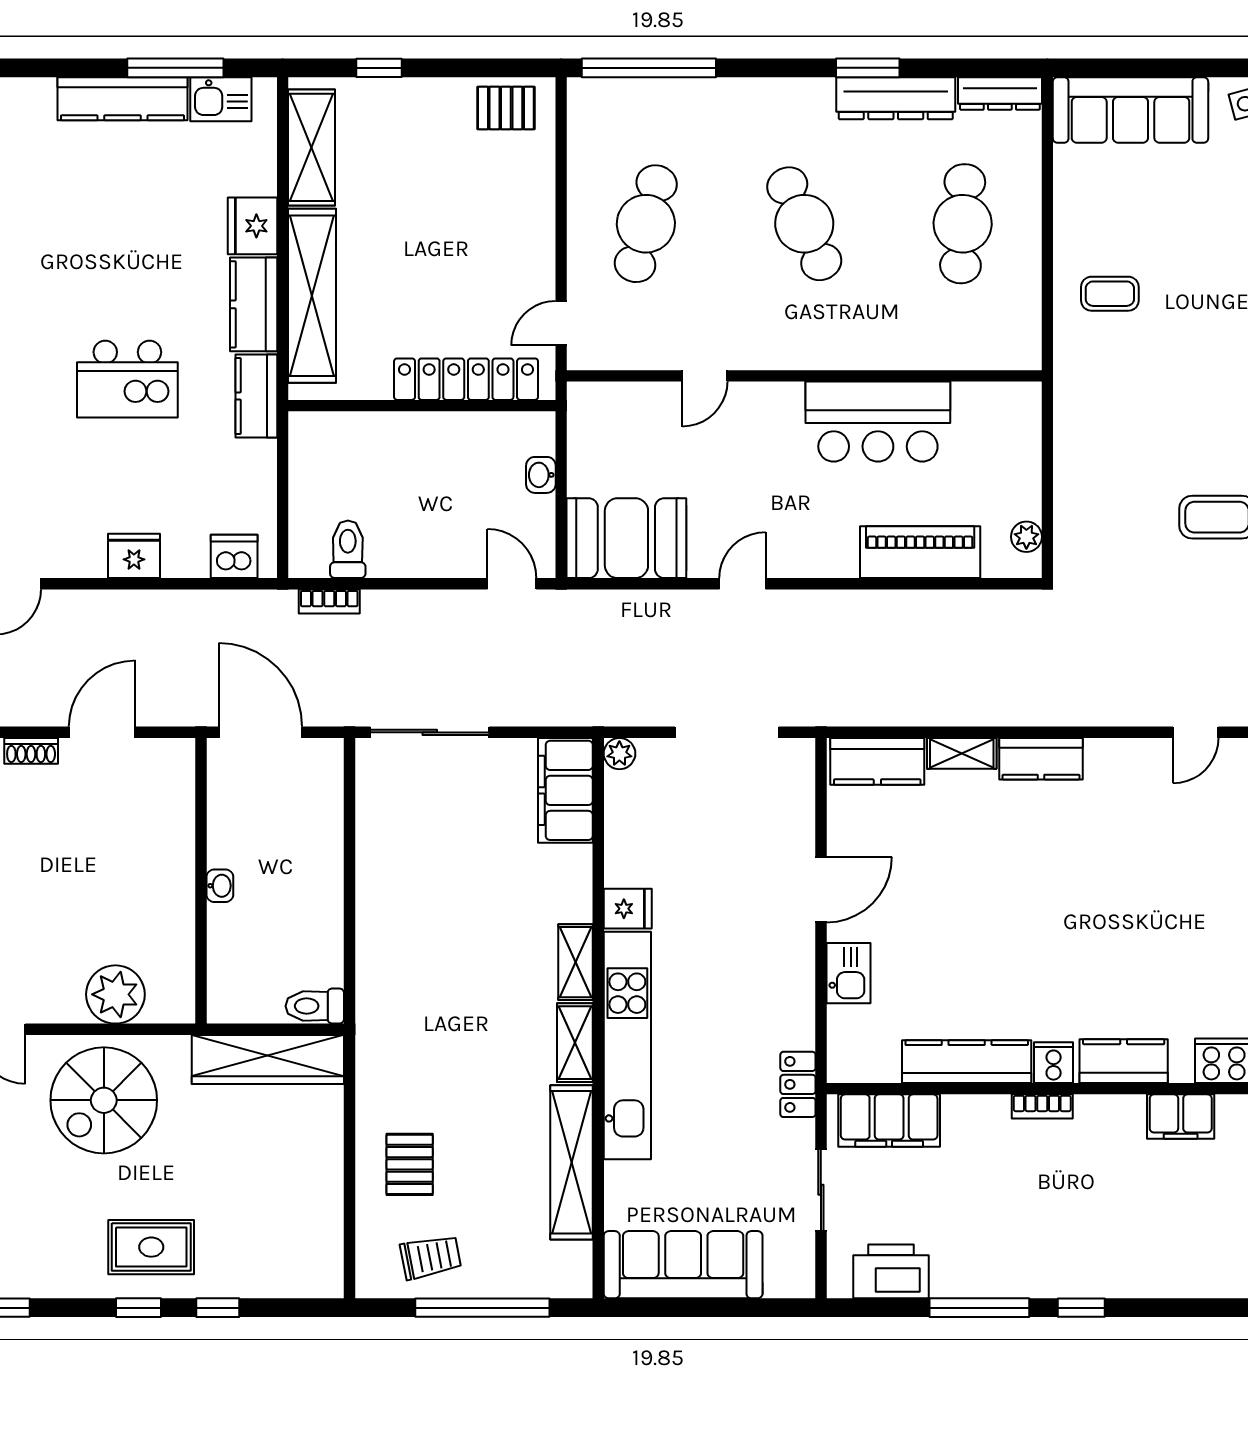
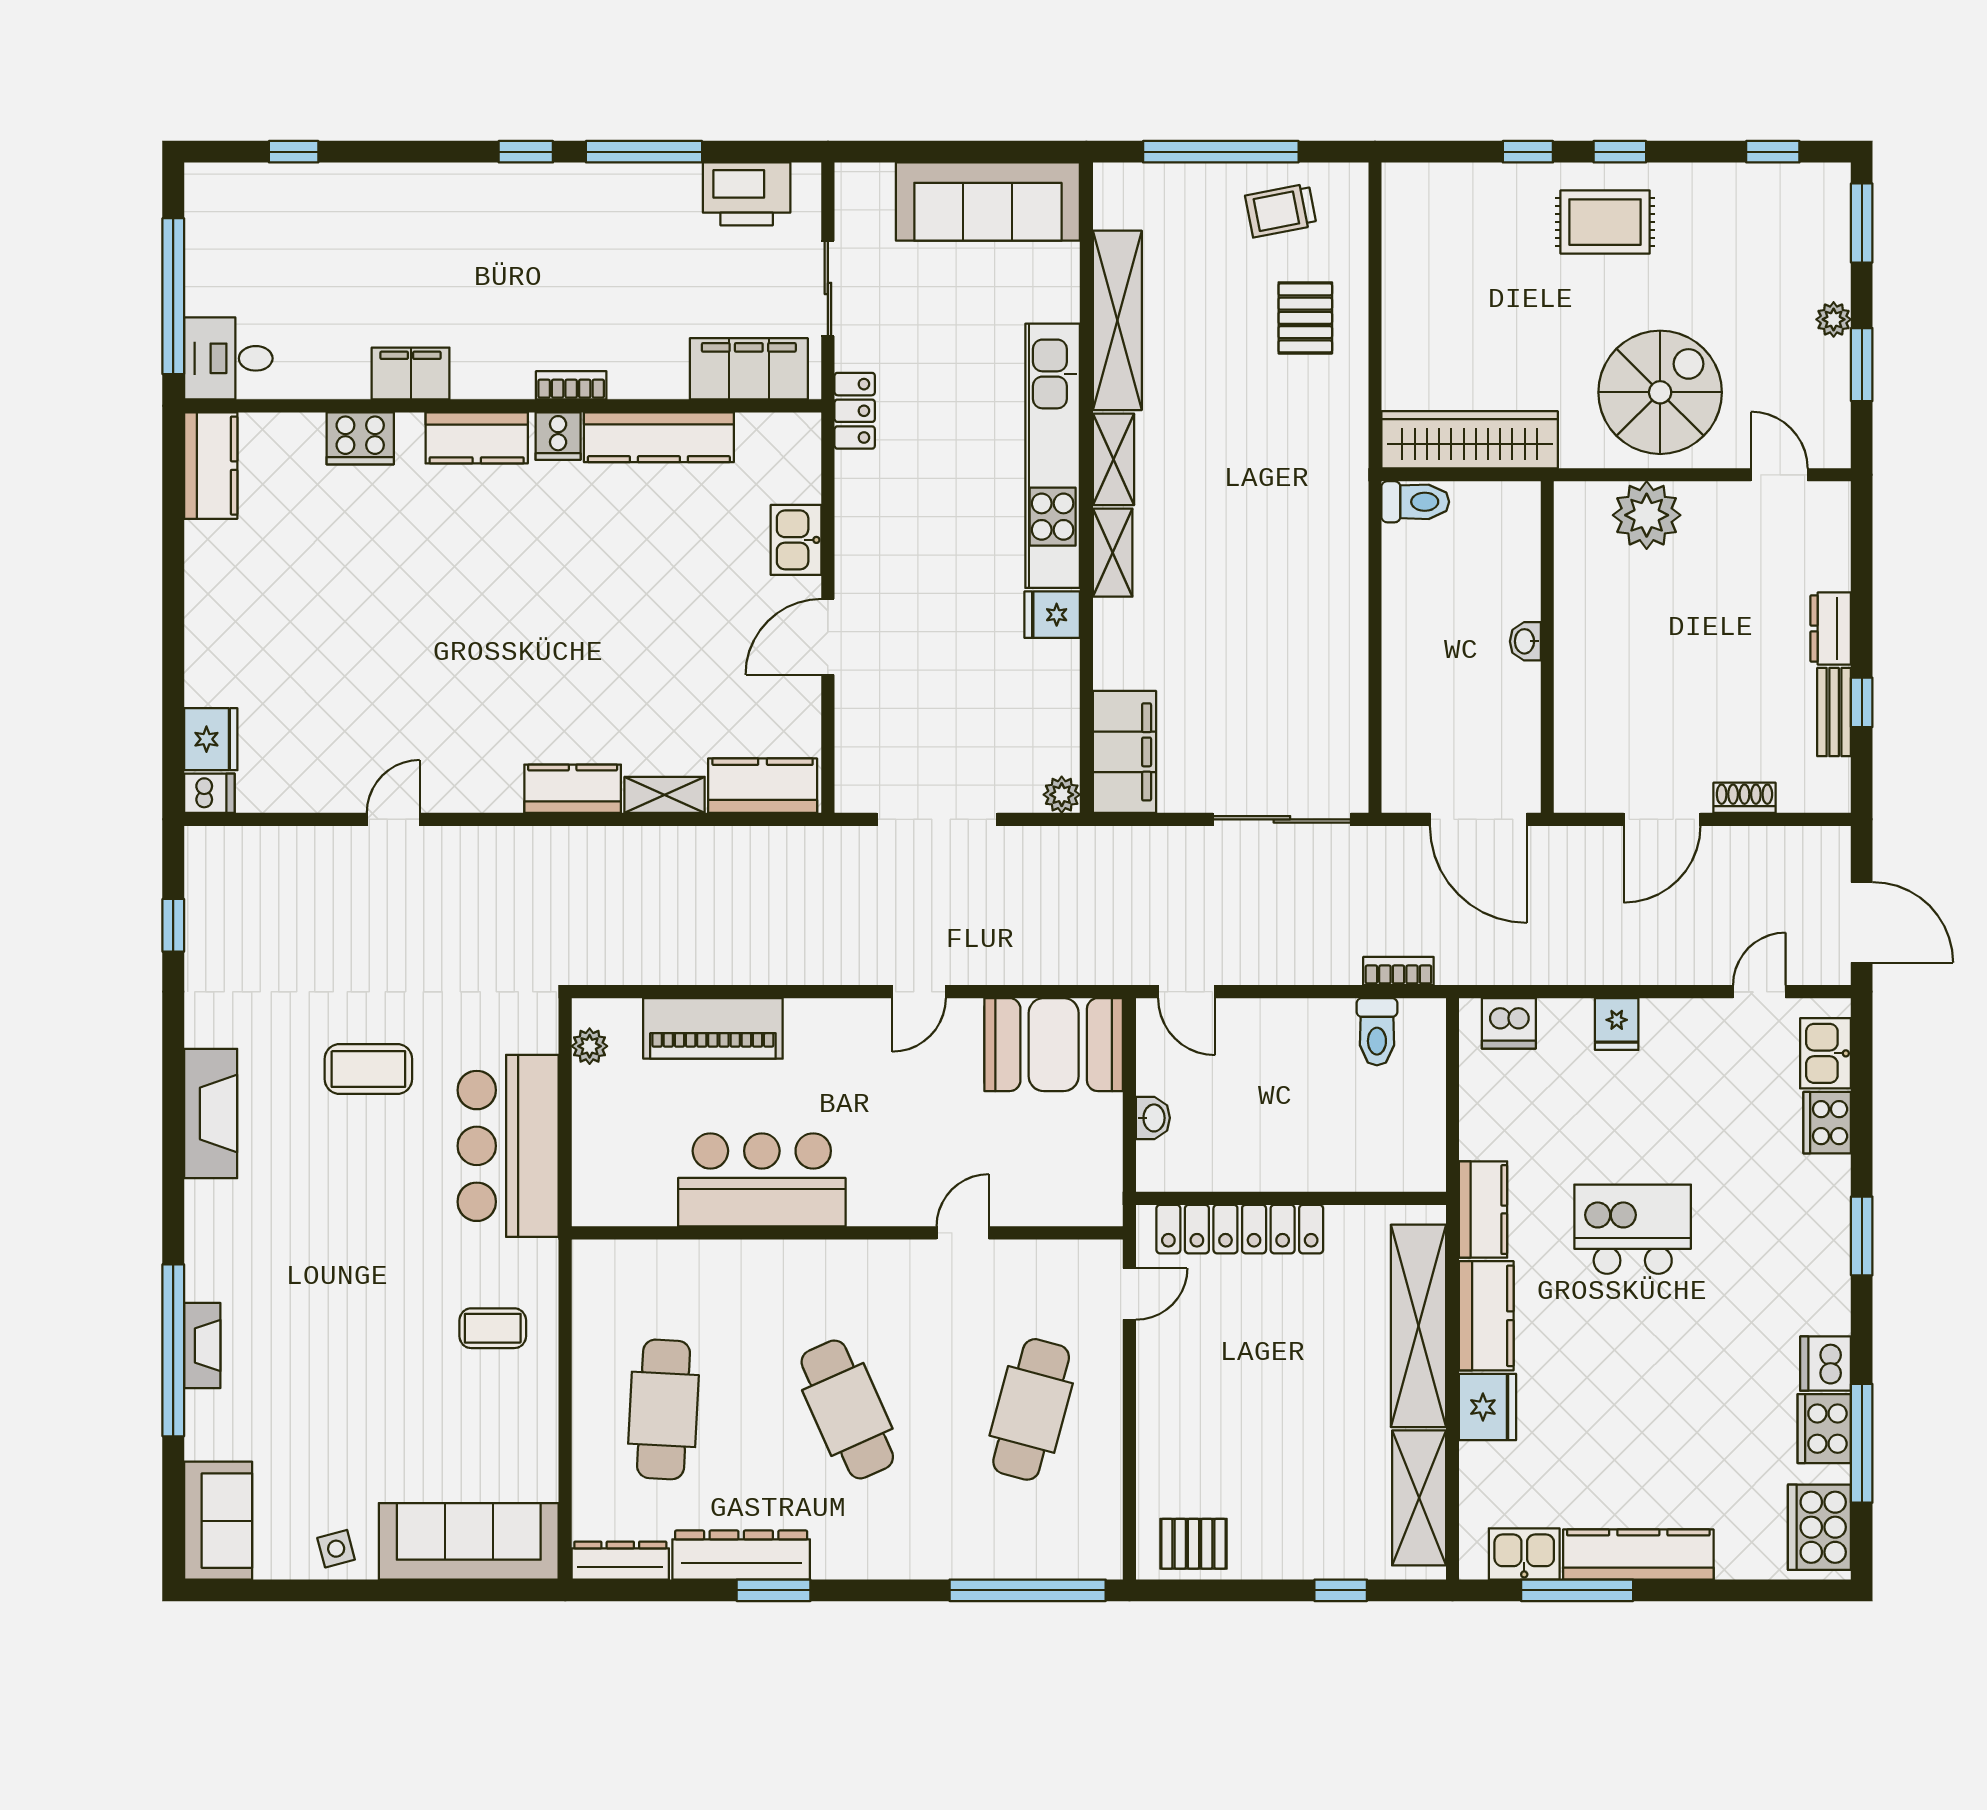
bar counter: (1097, 451) -> (508, 1146), added
fridge: (134, 556) -> (1617, 1024), width x0.72

